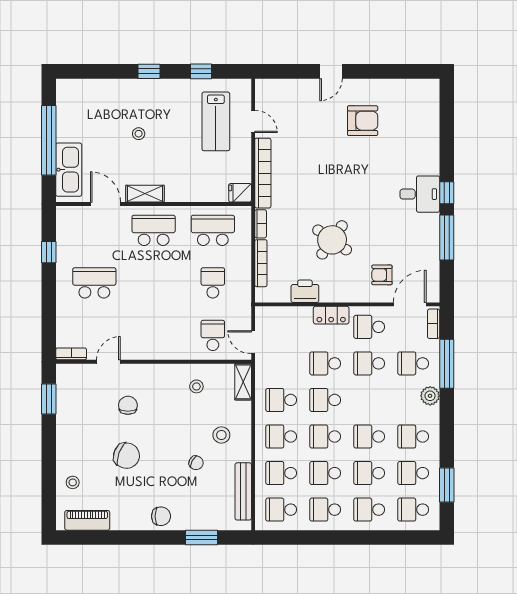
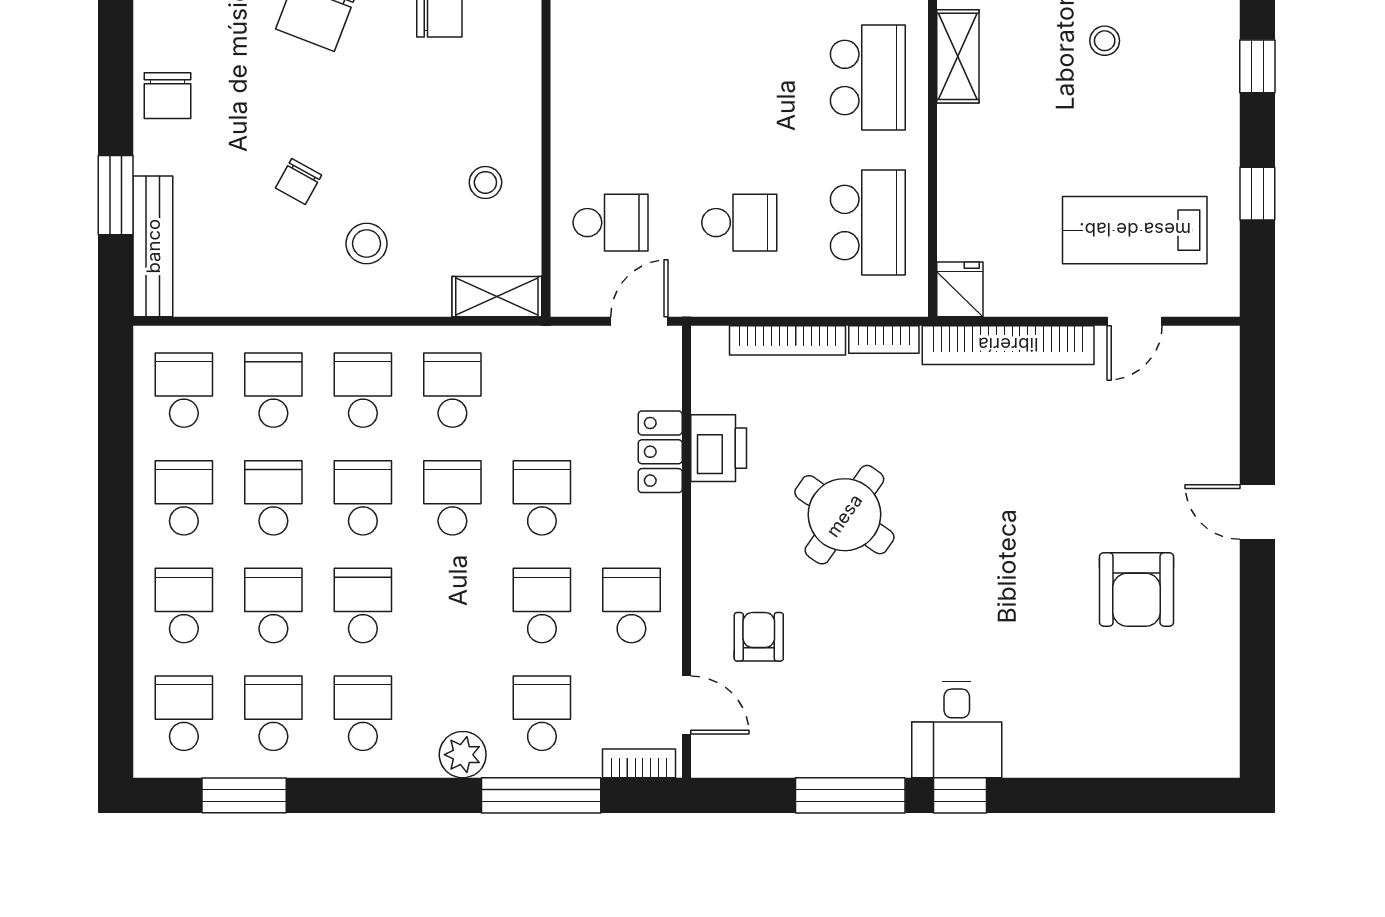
door: (410, 304) -> (687, 705), width x0.73
locker: (331, 315) -> (660, 452), moved
door: (253, 342) -> (639, 321), moved
bench: (243, 491) -> (153, 246), moved, turned 90

